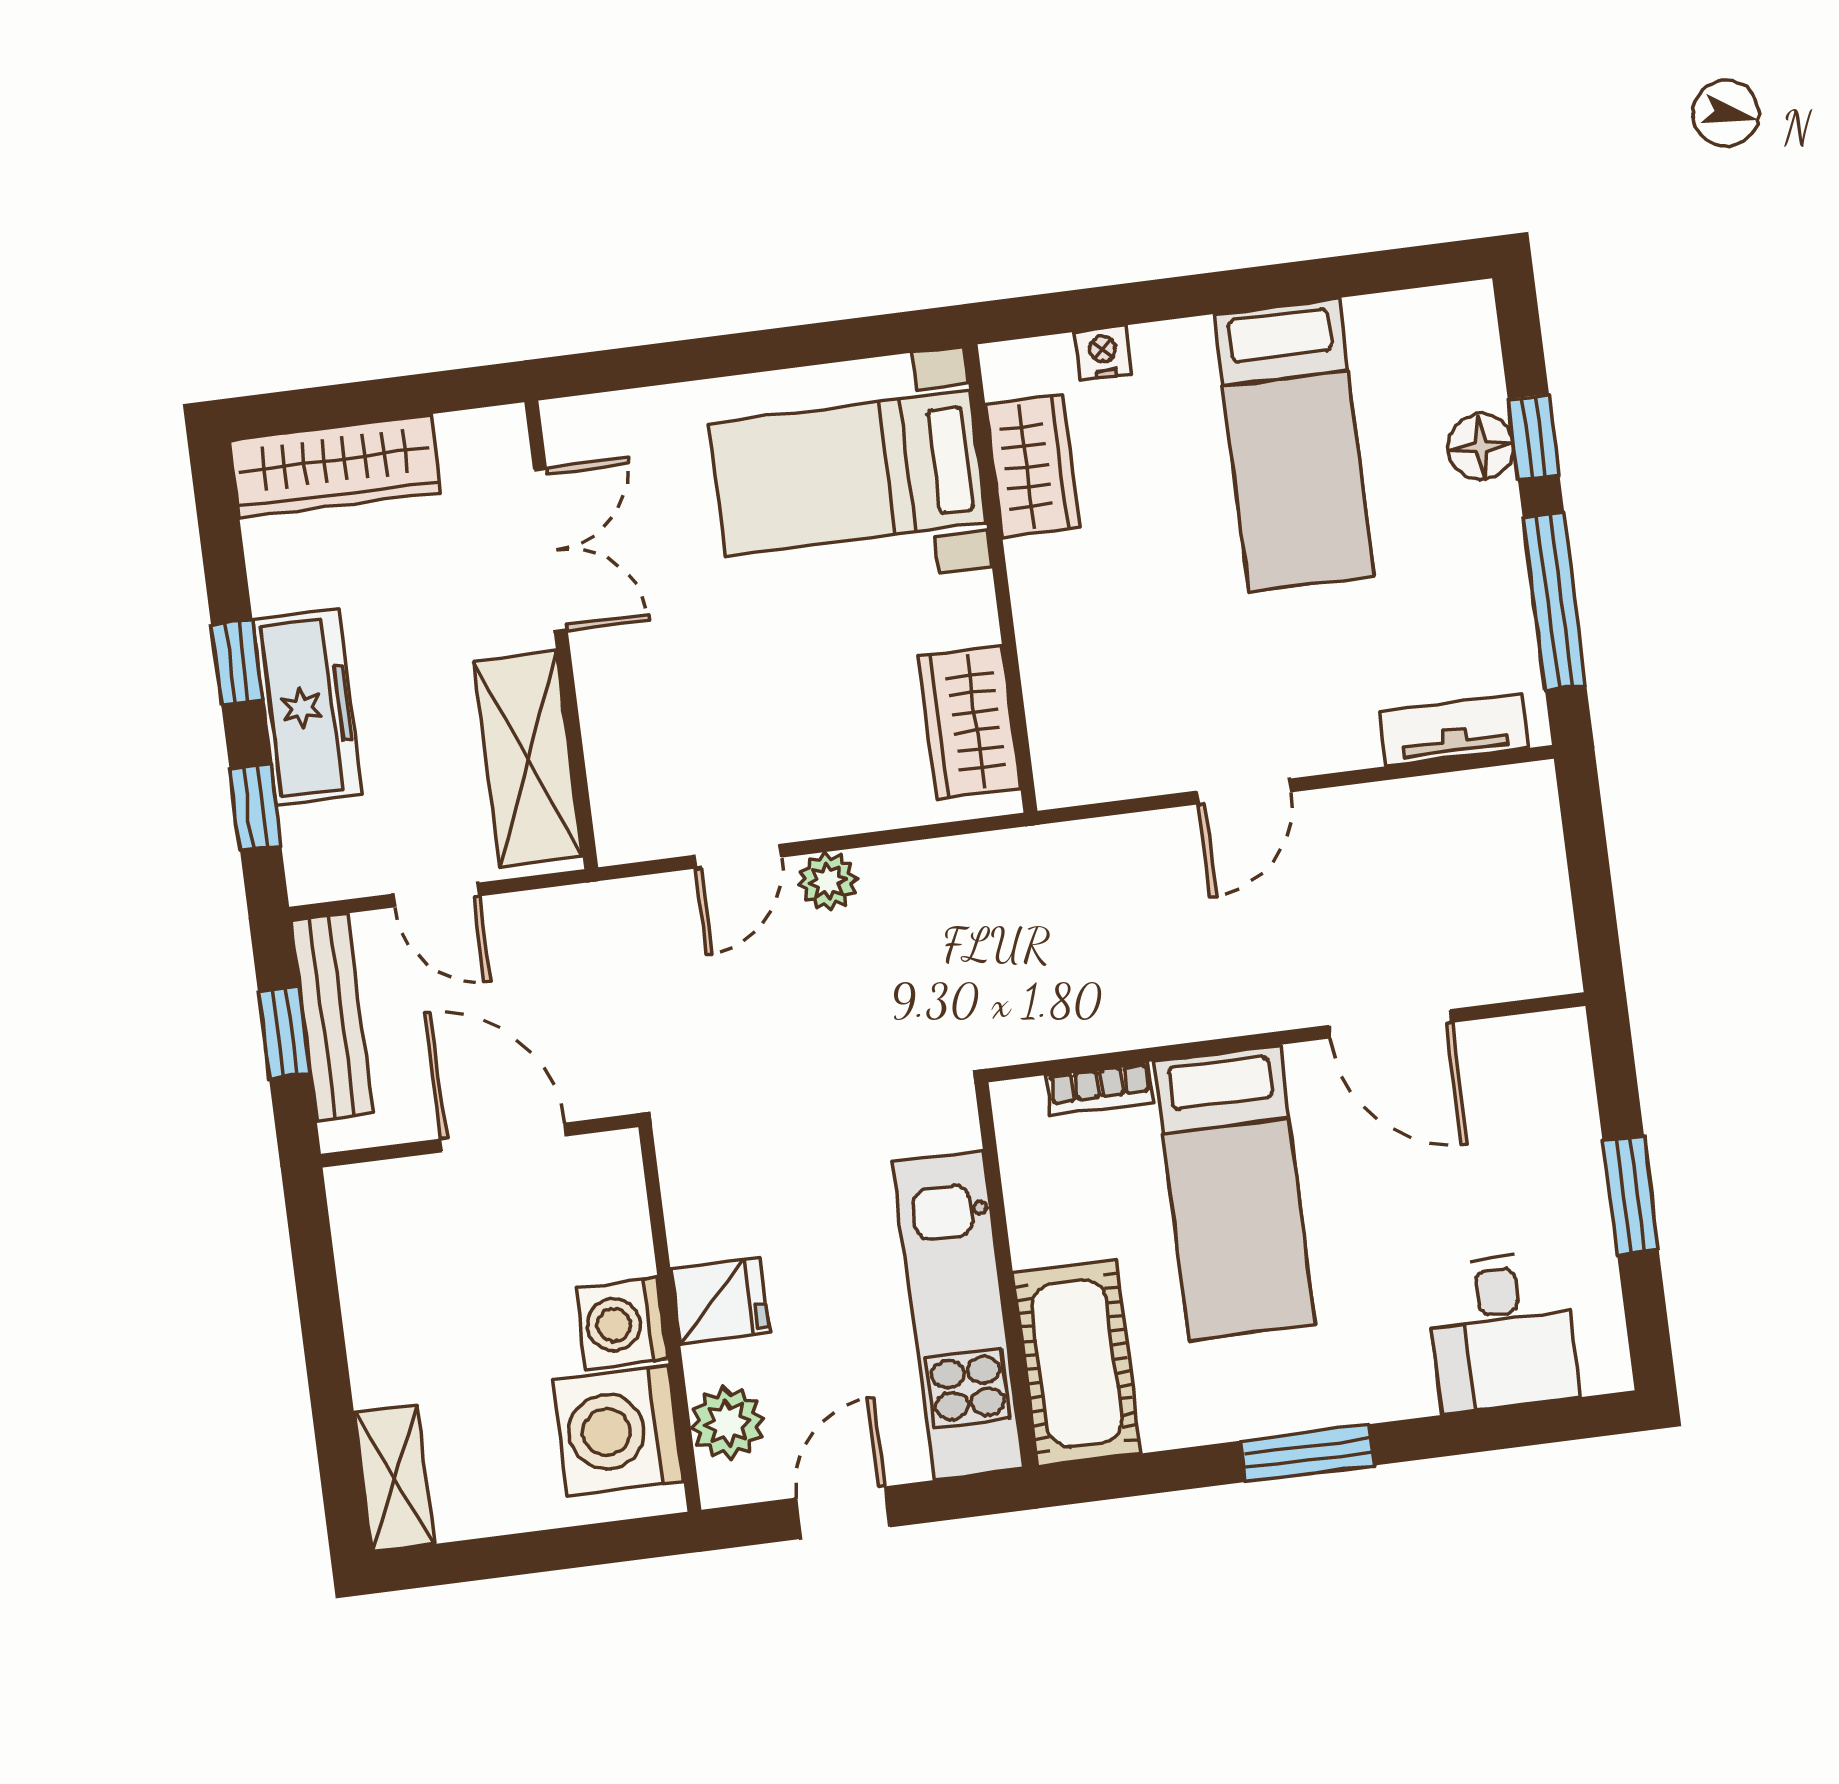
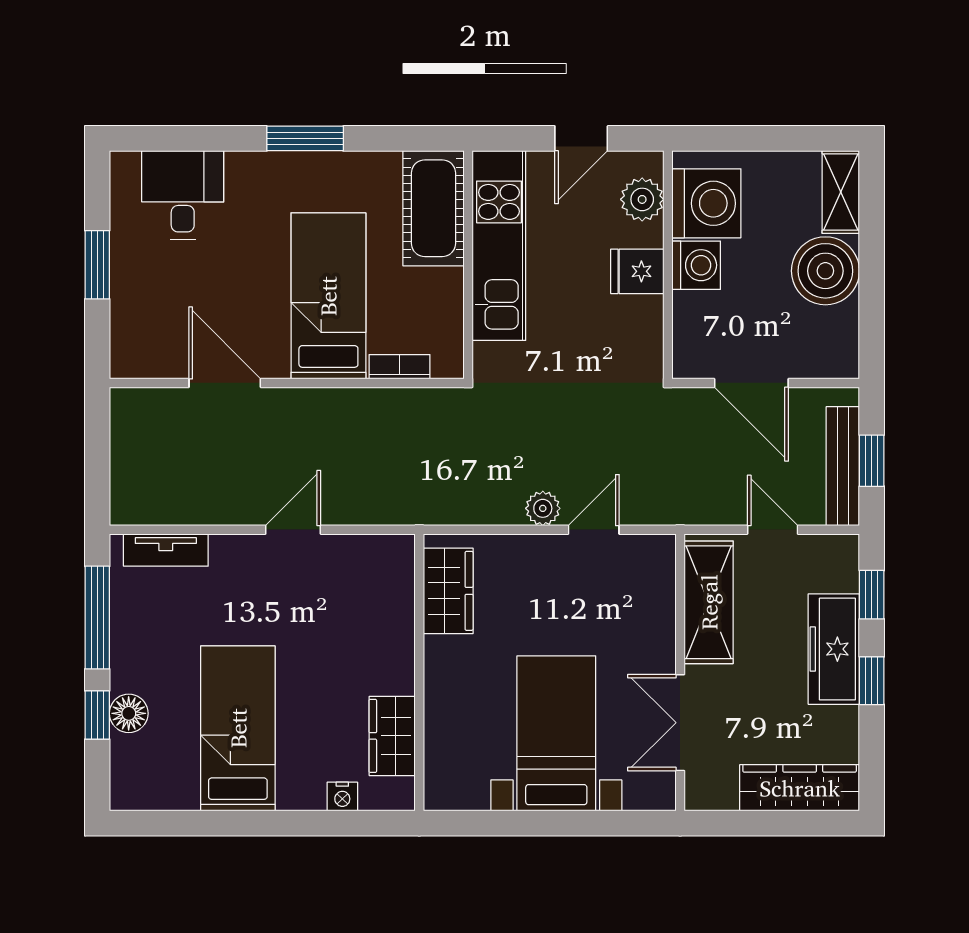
bed with nightstands: (847, 473) -> (556, 733), moved, turned -90
boiler: (403, 1342) -> (825, 271), added

